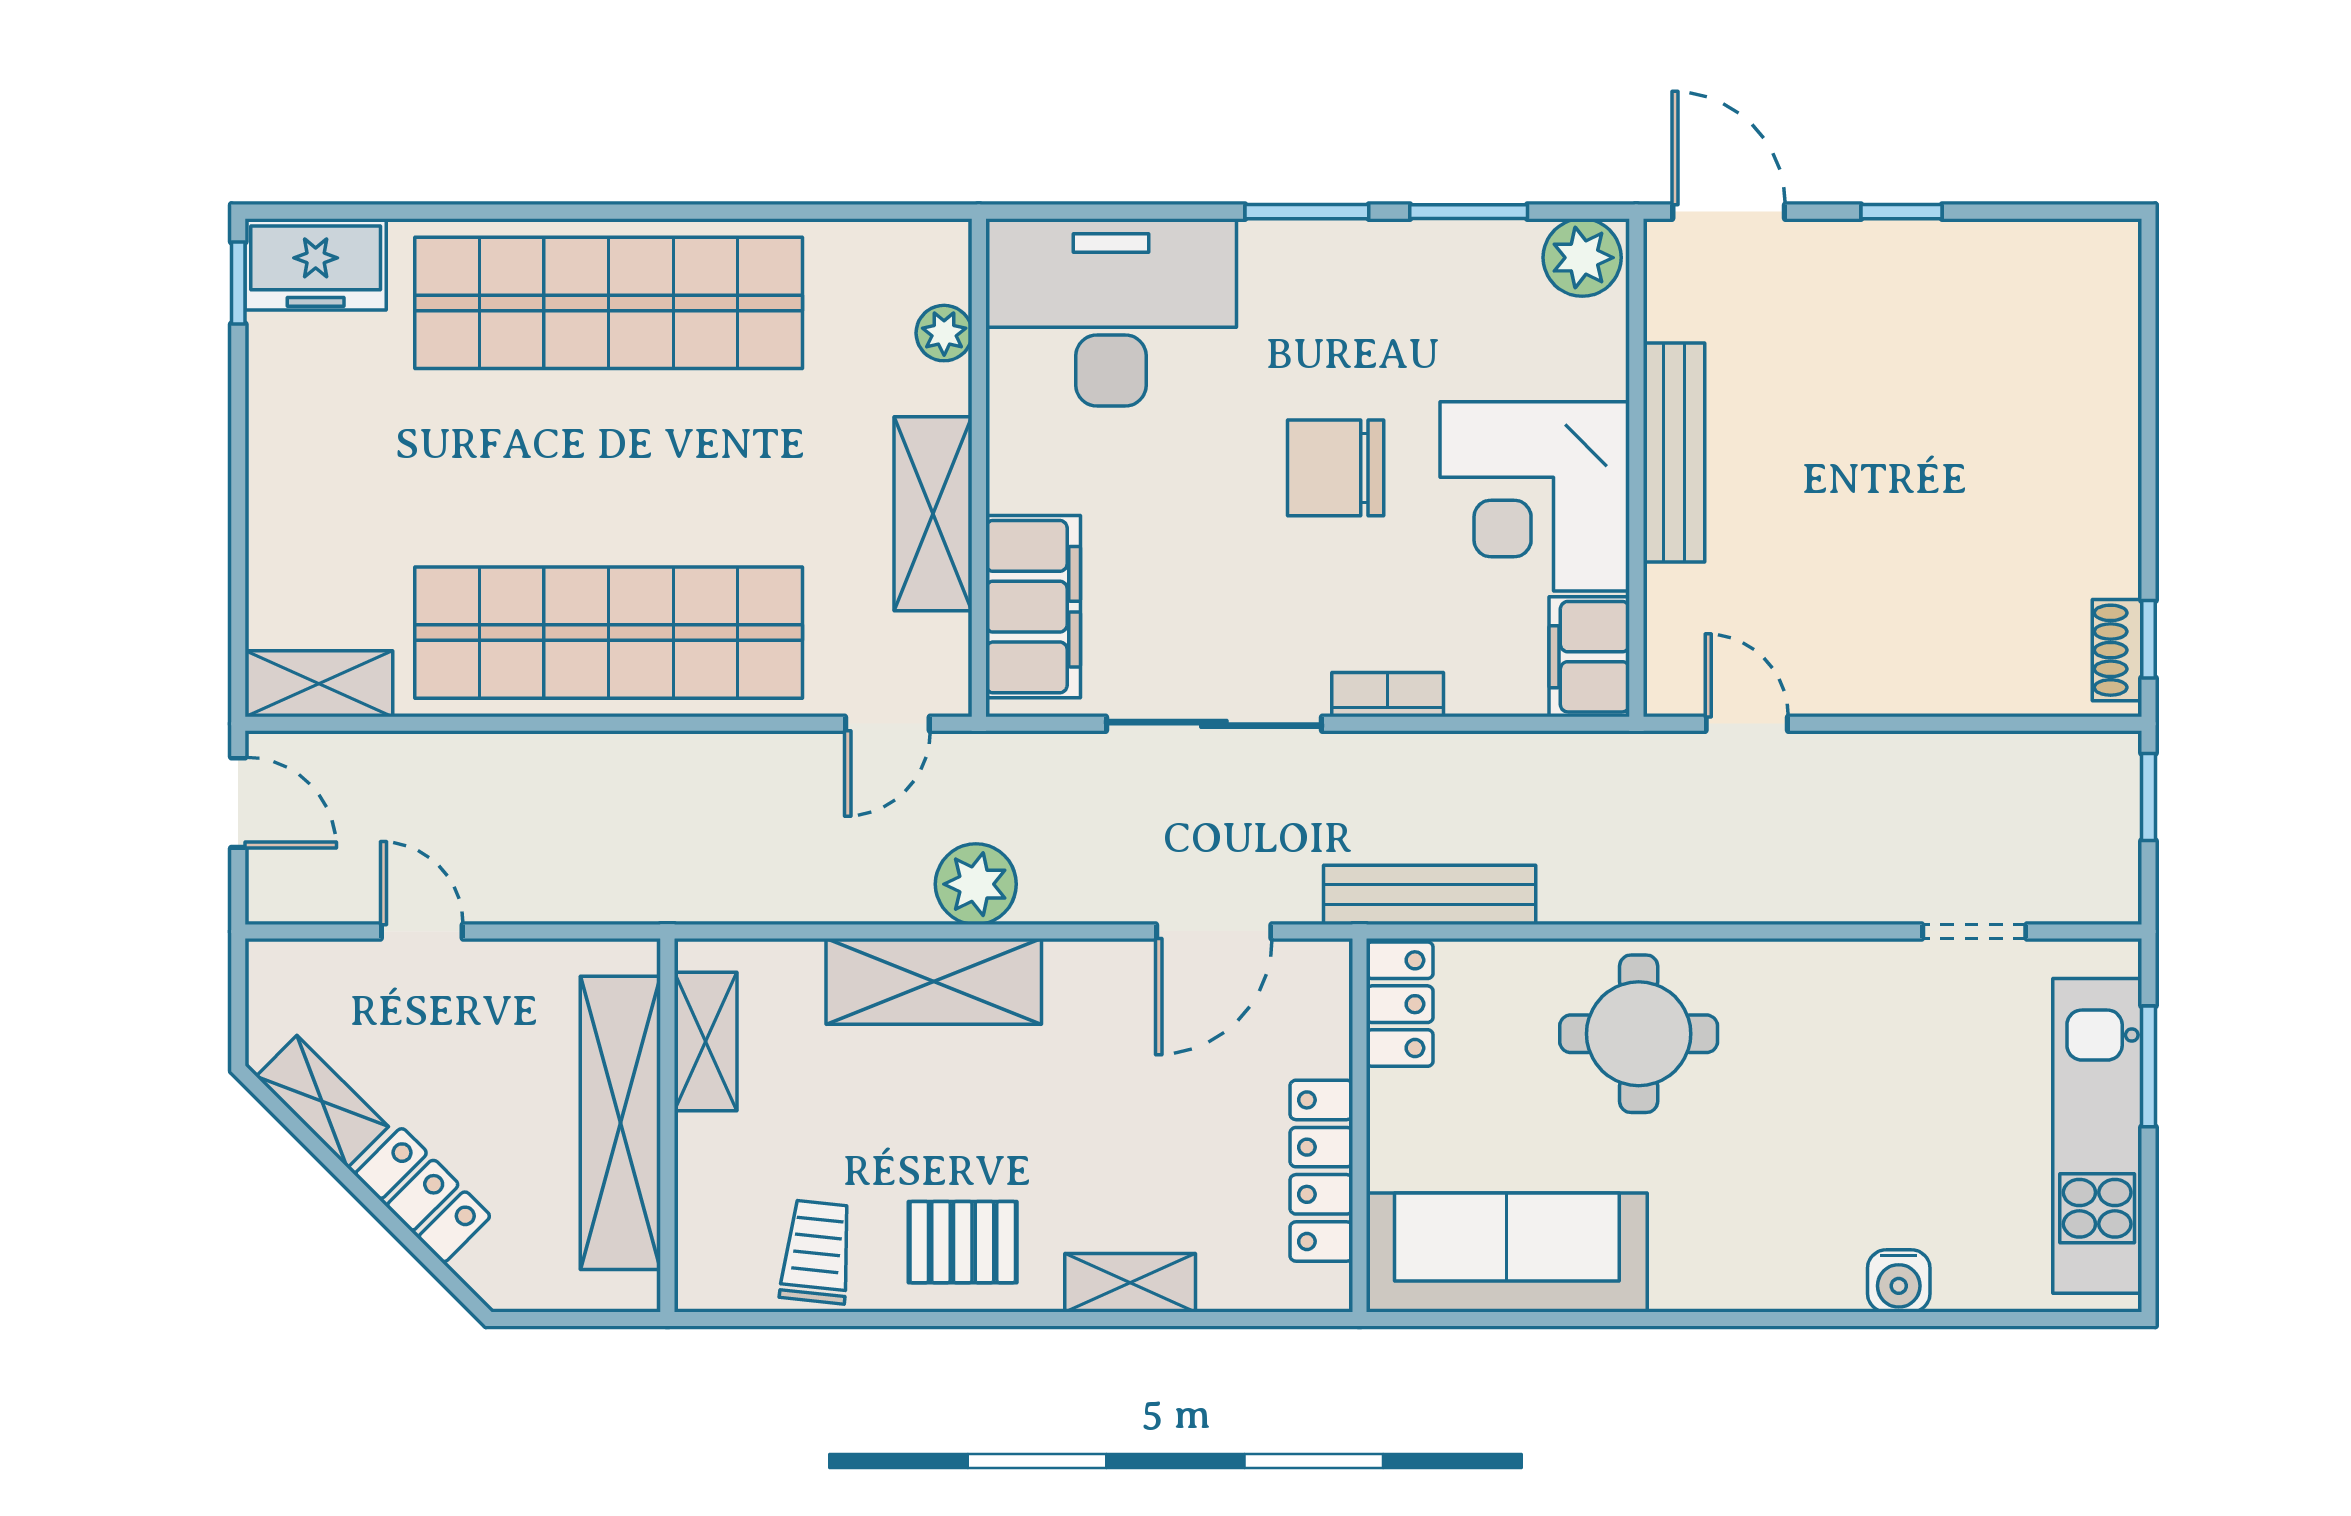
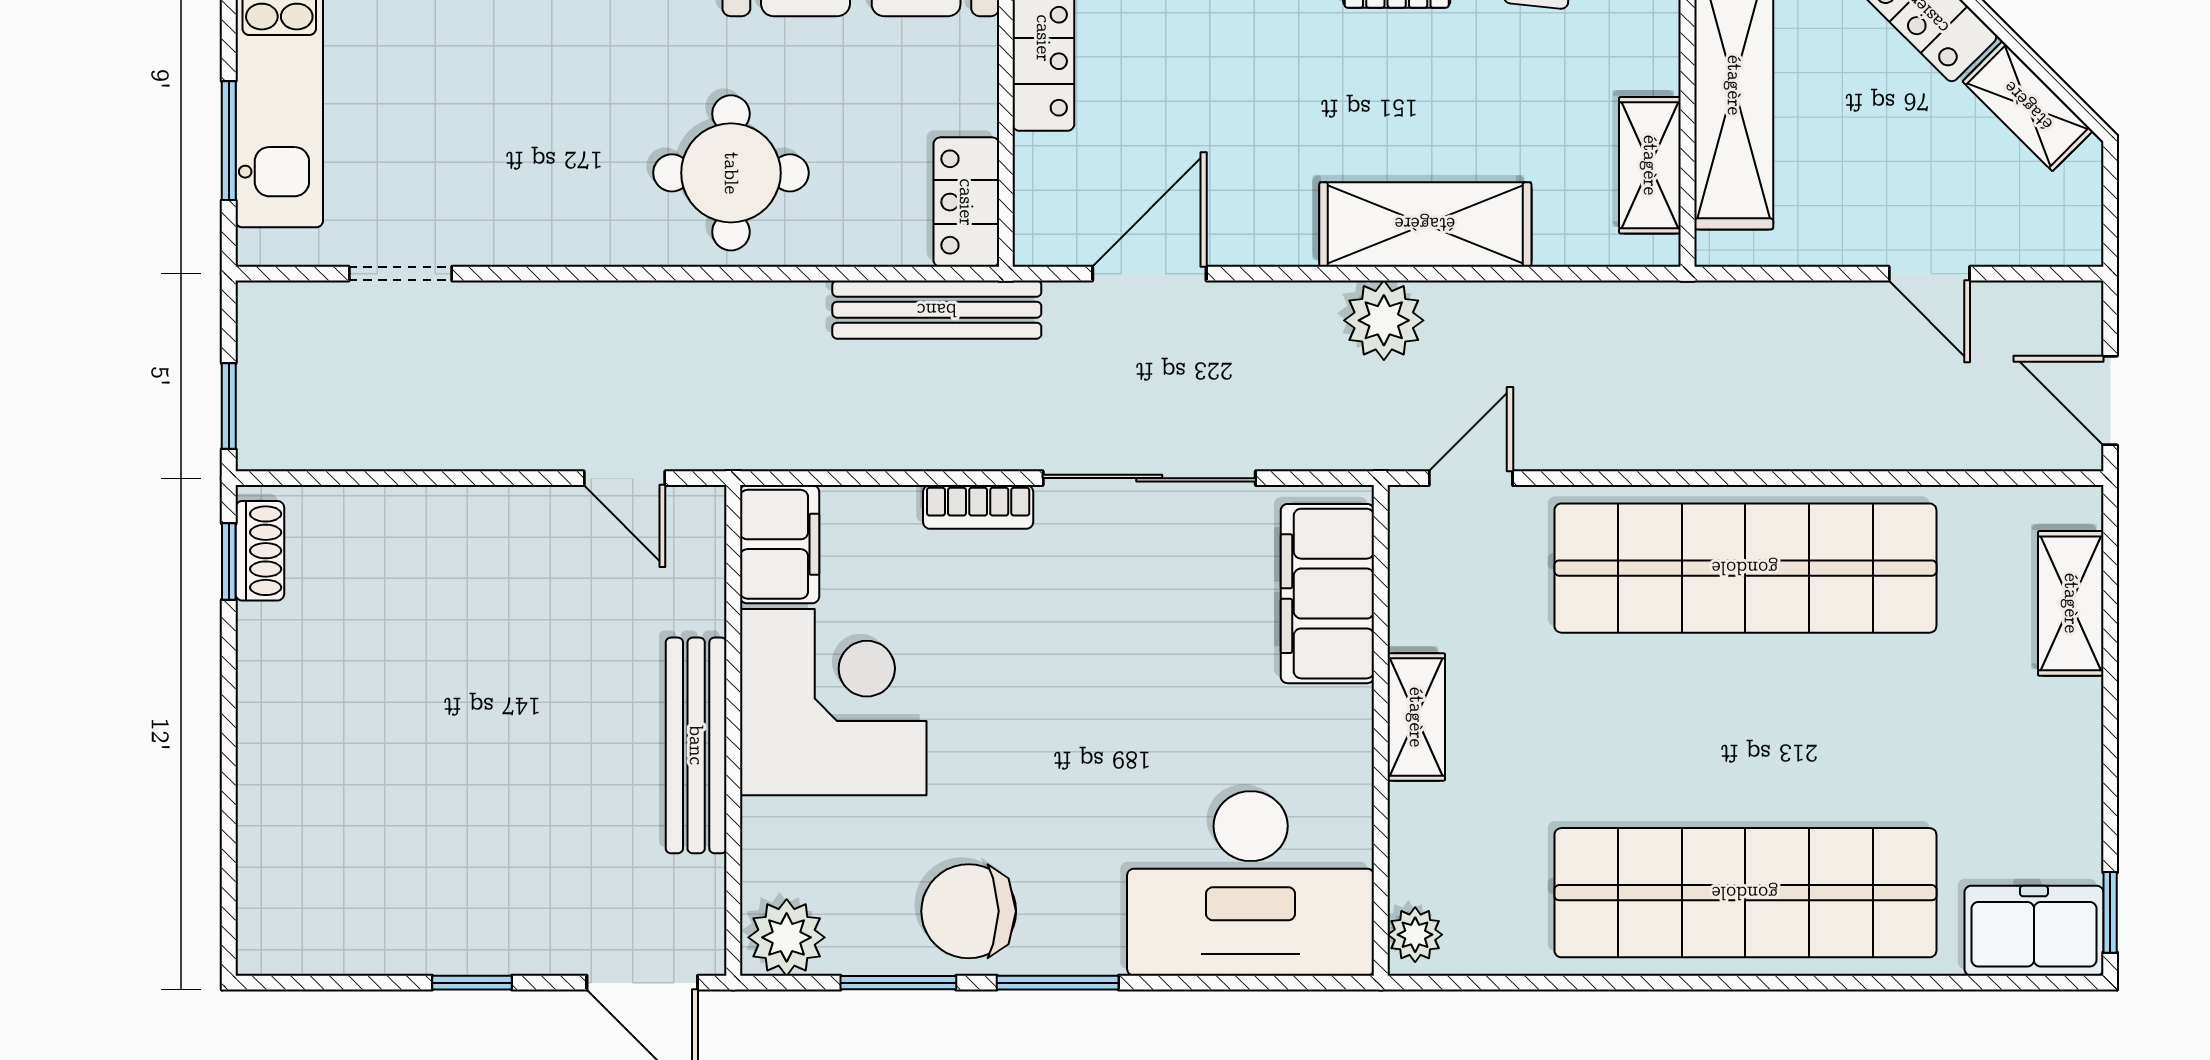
plant: (944, 333) -> (1415, 935), moved
chair: (1336, 468) -> (969, 911), moved, turned 180
shelving: (933, 514) -> (1416, 717), width x0.67, depth x0.75
shelving: (319, 684) -> (2071, 603), moved, turned 90

